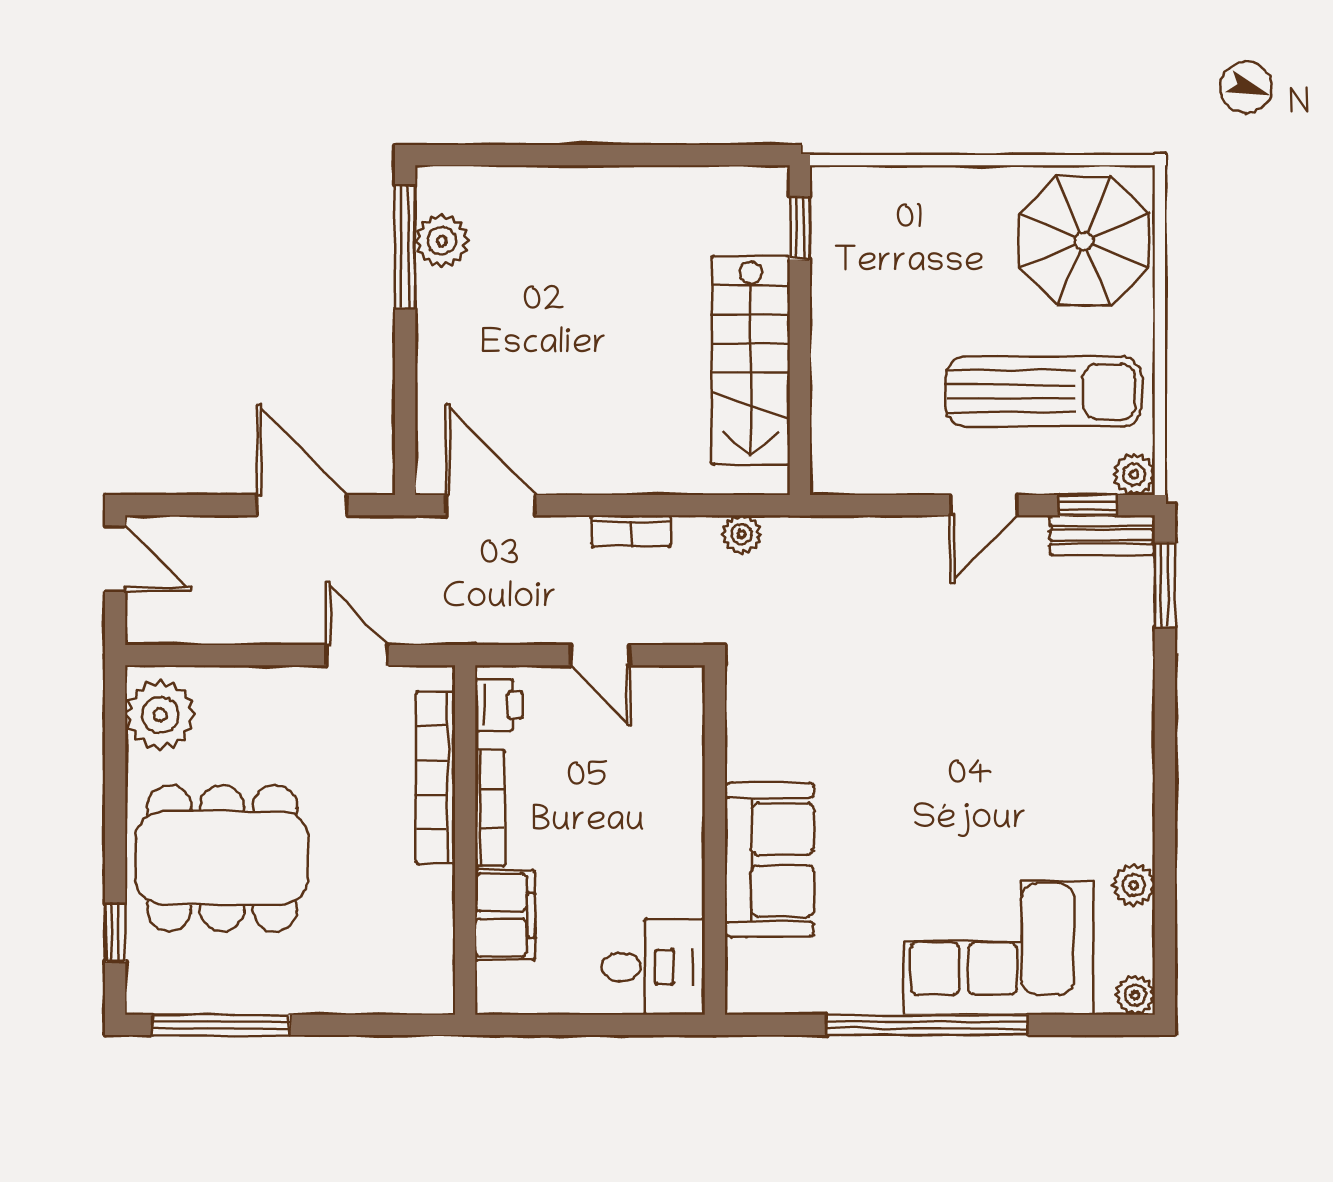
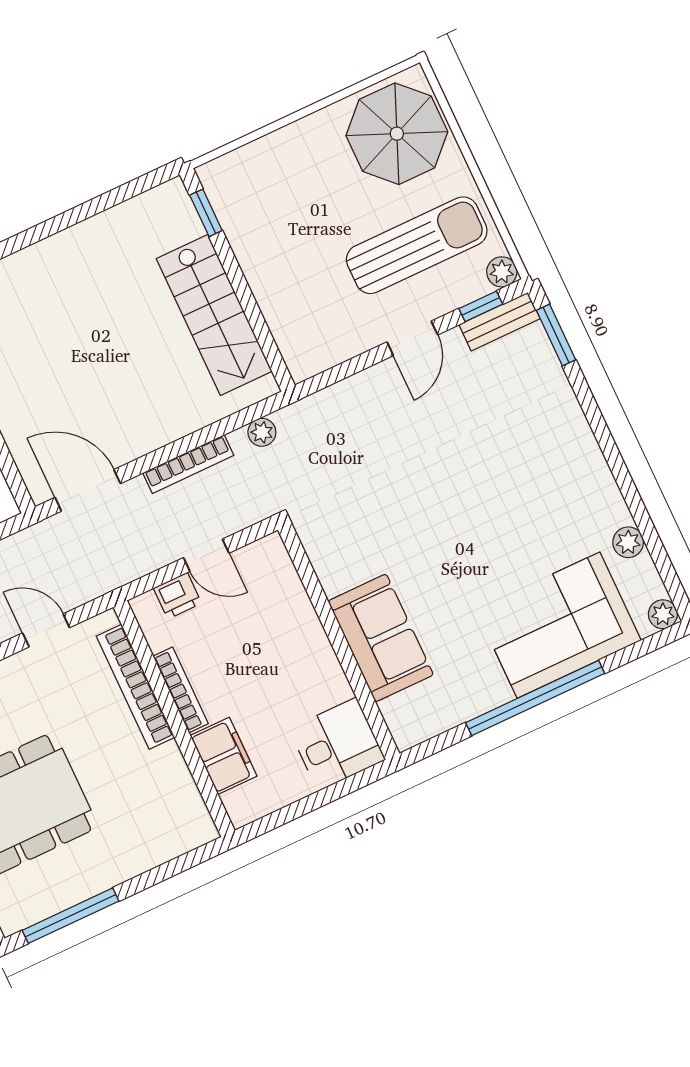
bookcase: (631, 531) -> (188, 464), width x1.56
printer: (499, 705) -> (178, 596), moved, turned 90

